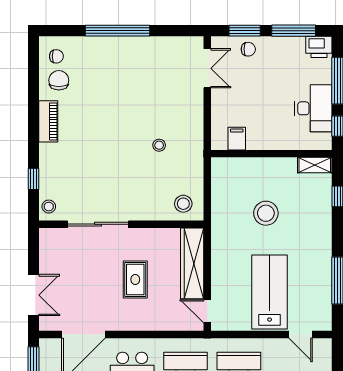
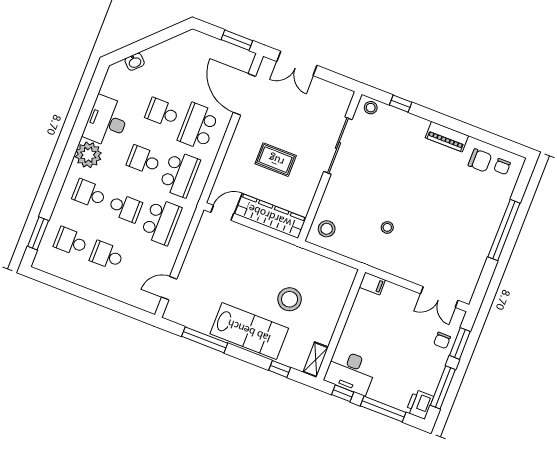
desk: (313, 108) -> (351, 372), moved
filing cabinet: (237, 139) -> (372, 284), moved
lab bench: (270, 292) -> (249, 331), moved

